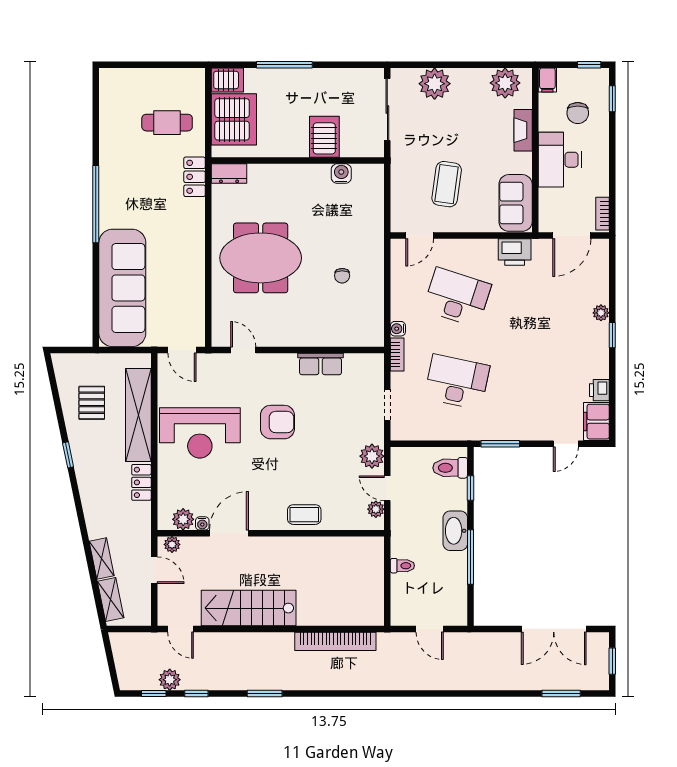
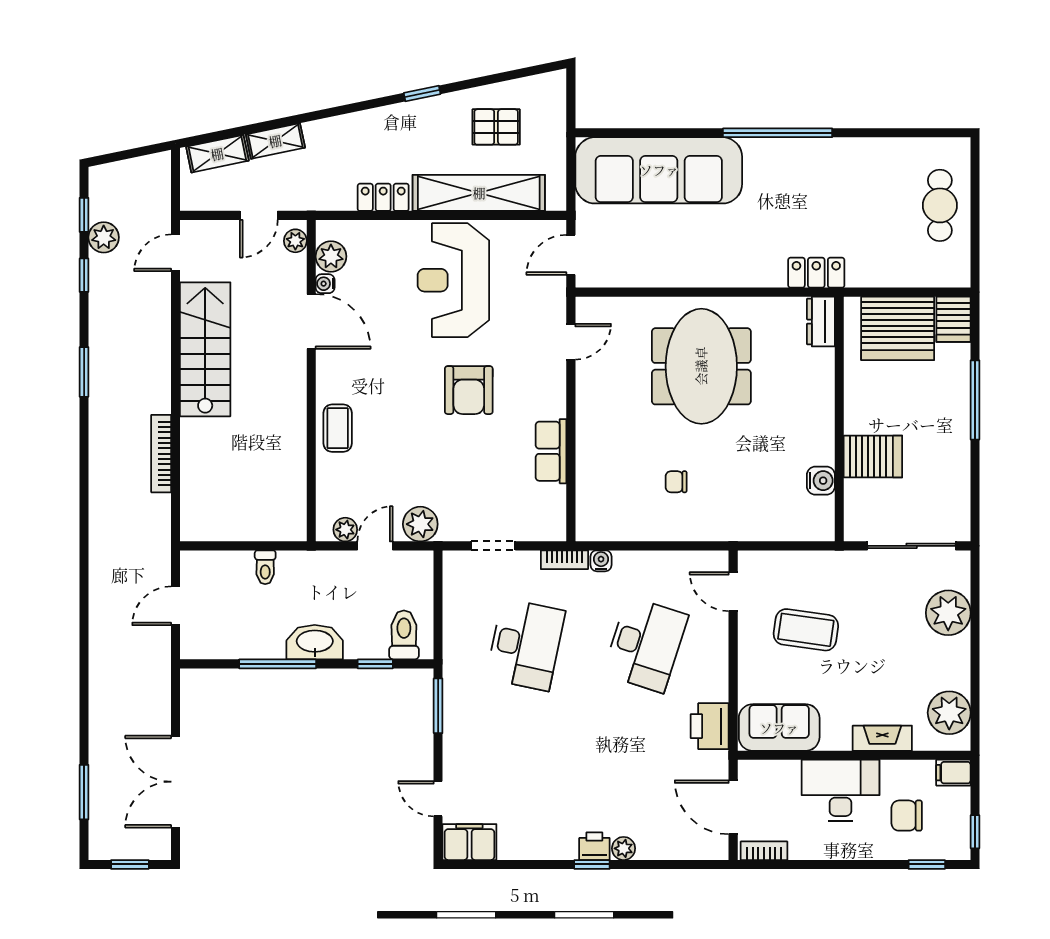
cafe table: (167, 123) -> (940, 205), moved
printer: (599, 390) -> (594, 846), moved
bookcase: (335, 641) -> (161, 454), width x0.68, depth x0.76

